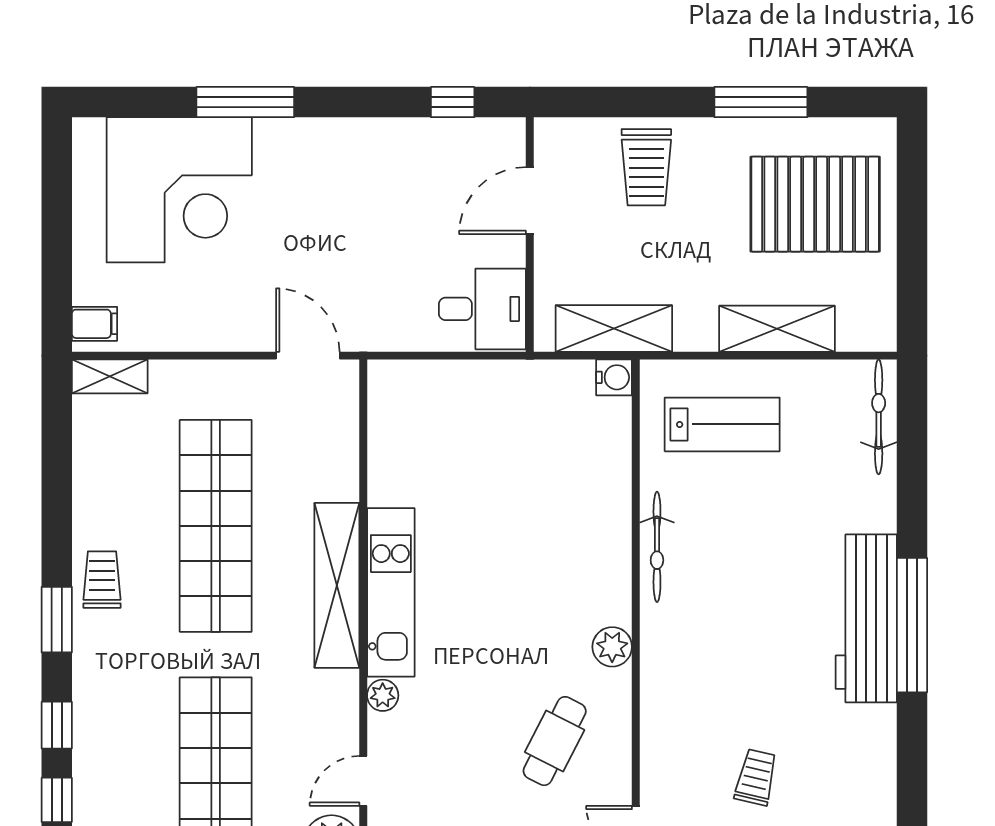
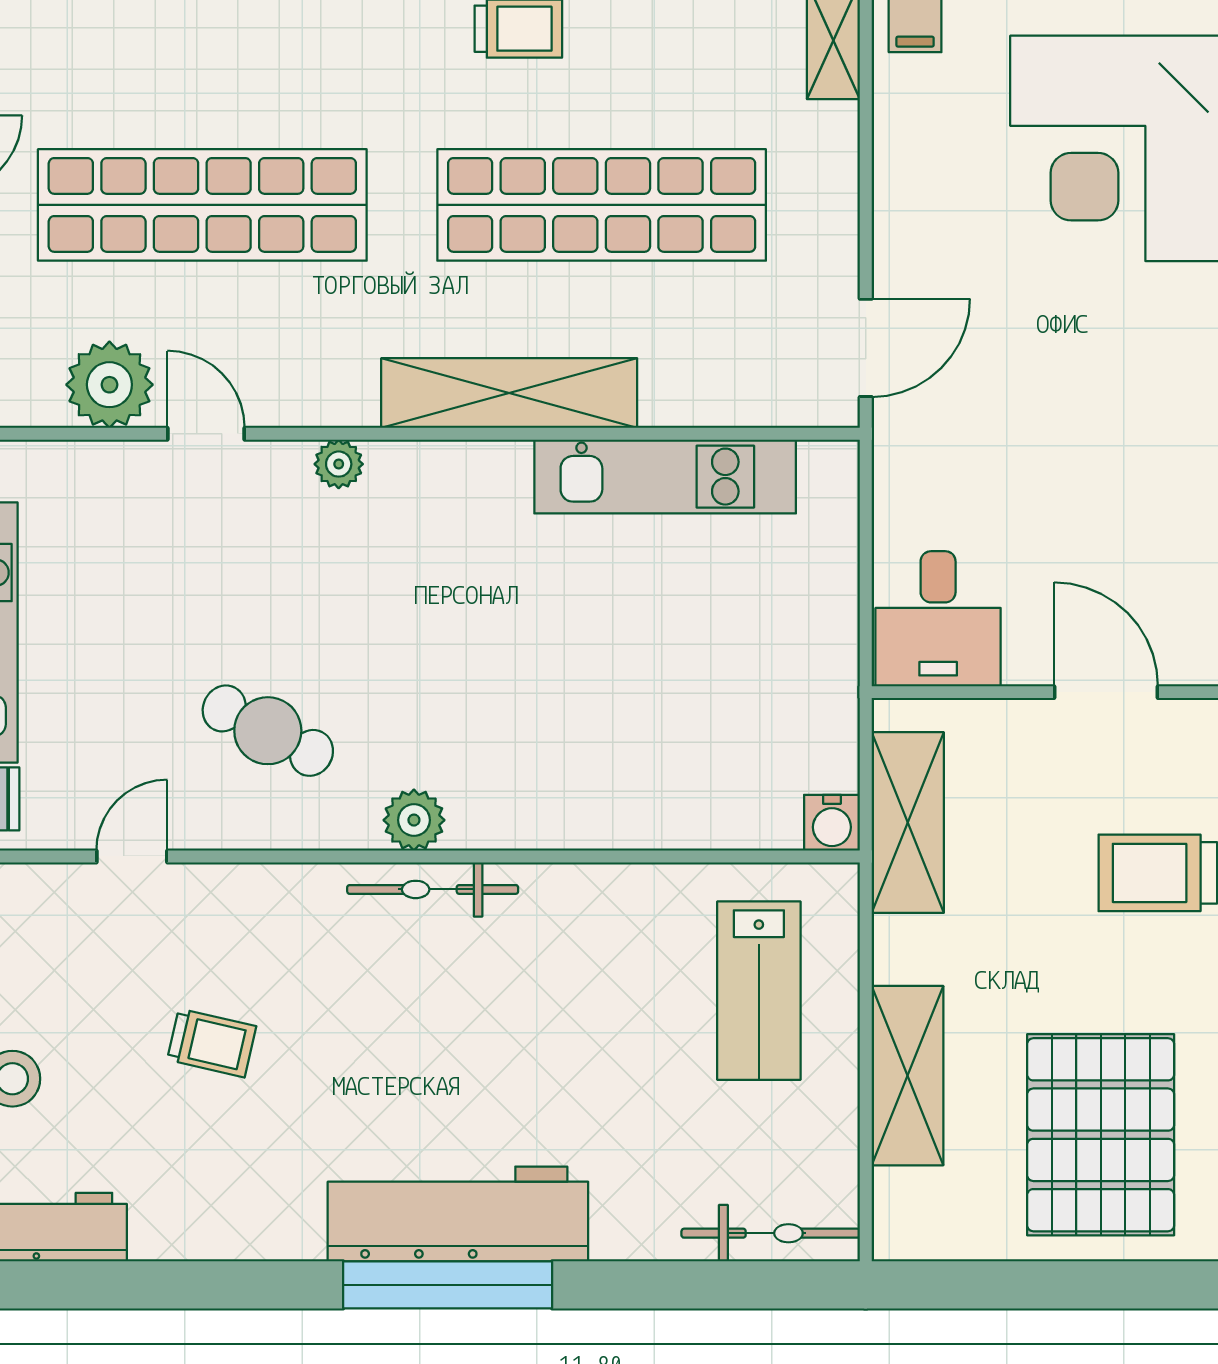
bicycle: (657, 547) -> (433, 889), moved
kitchen unit: (391, 592) -> (665, 477), moved

